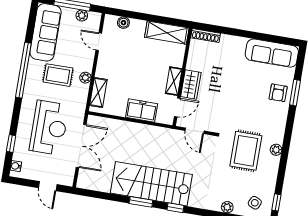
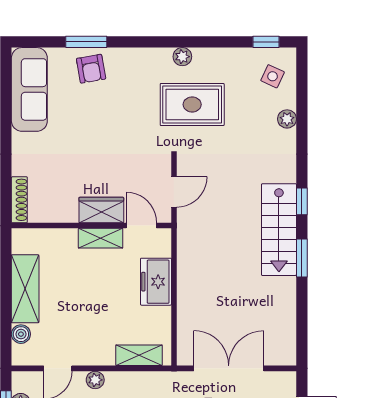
shelving: (167, 33) -> (25, 289), moved
plant: (85, 78) -> (95, 380), moved
armchair: (278, 93) -> (91, 69), turned 80
stairs: (151, 184) -> (279, 230), width x0.73, depth x0.66

